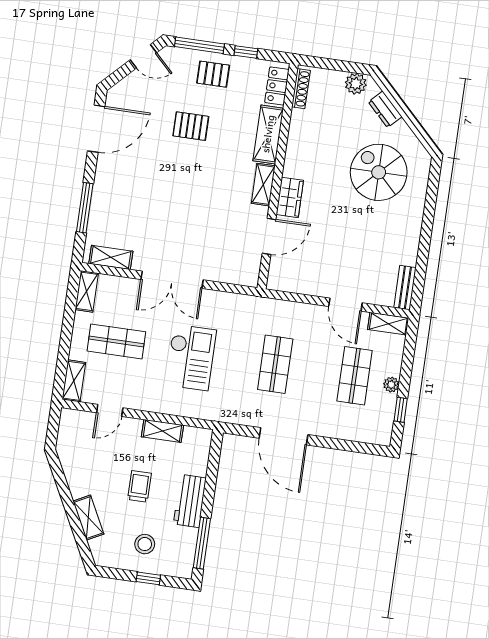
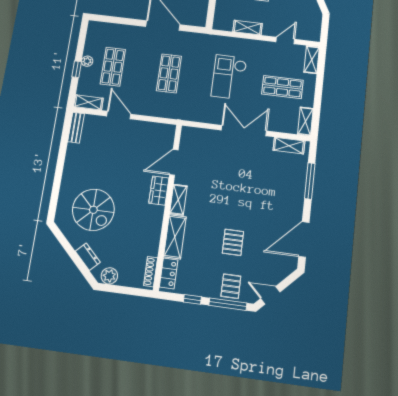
pallet: (213, 74) -> (231, 286), moved, turned 90
pallet: (191, 126) -> (233, 242), turned 90
window: (401, 410) -> (77, 69), moved

